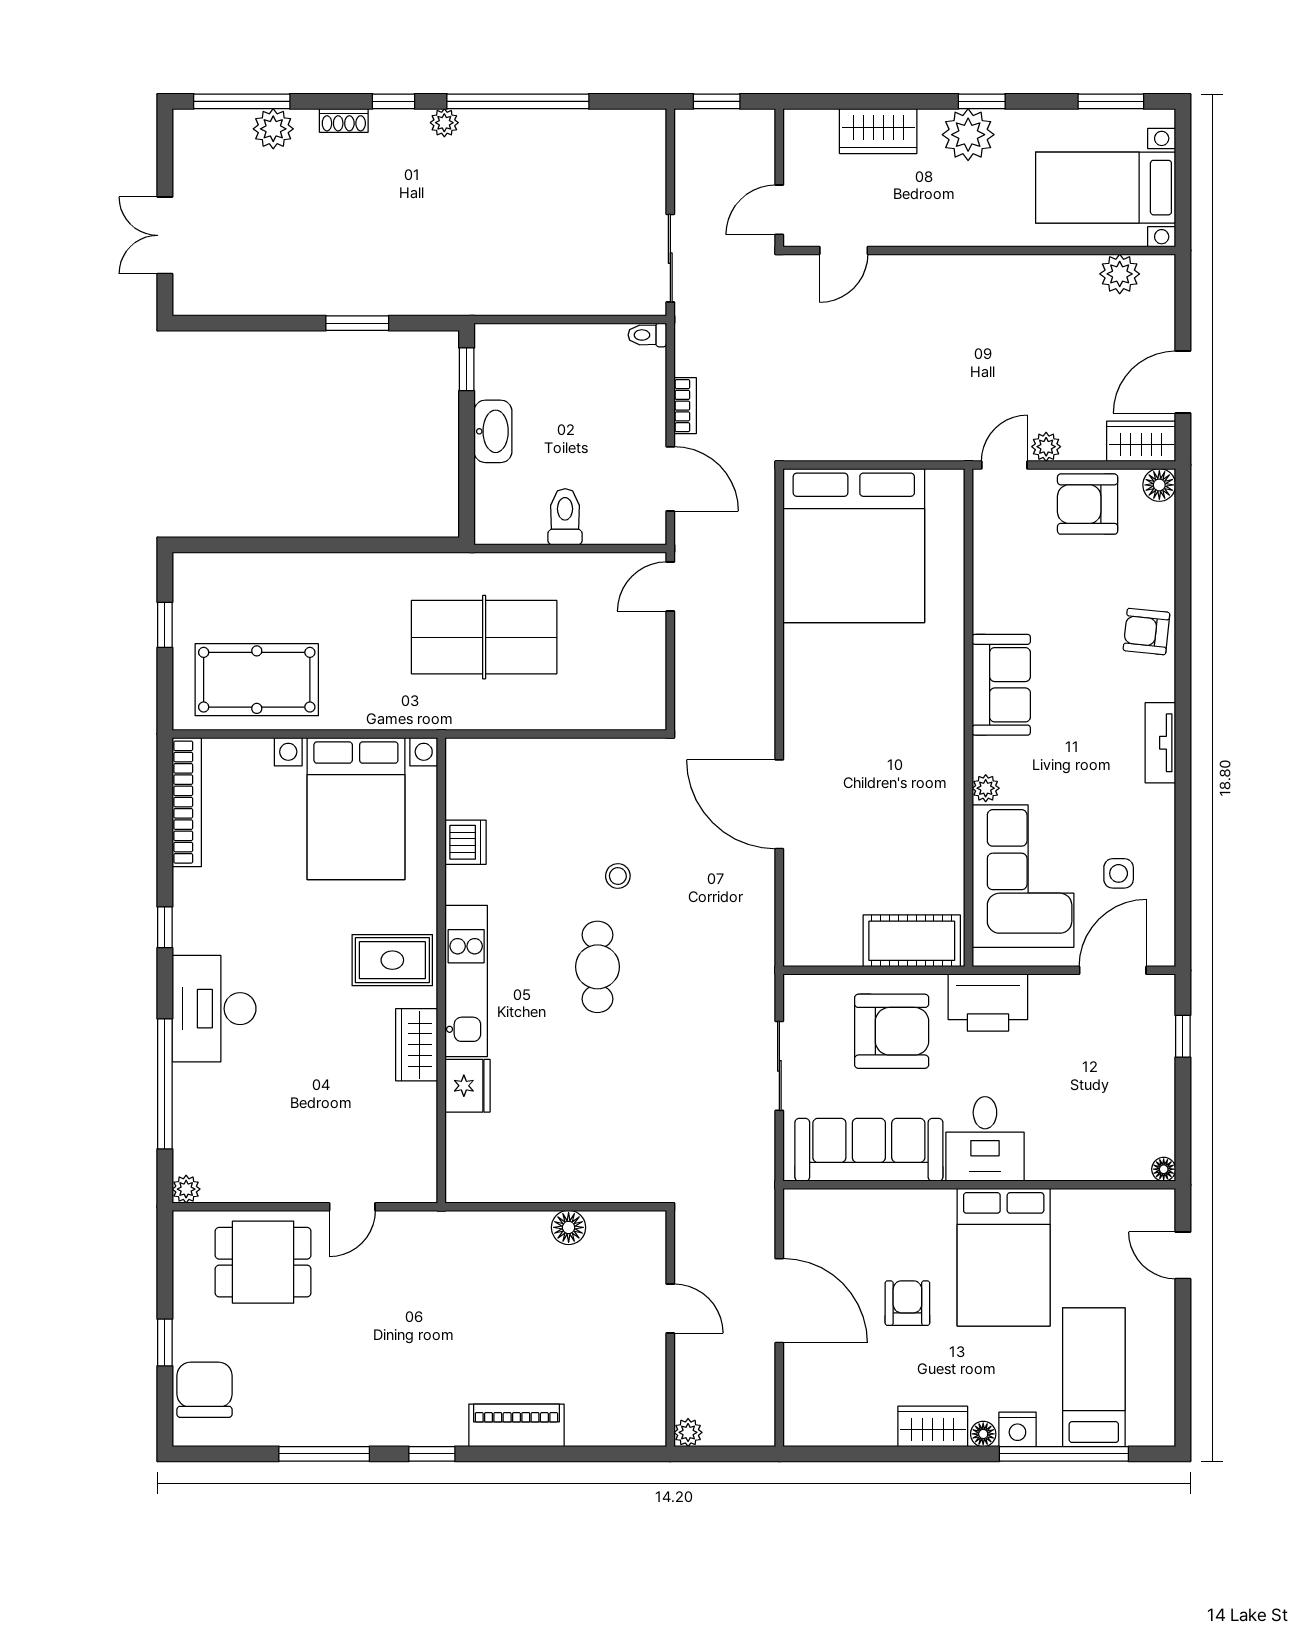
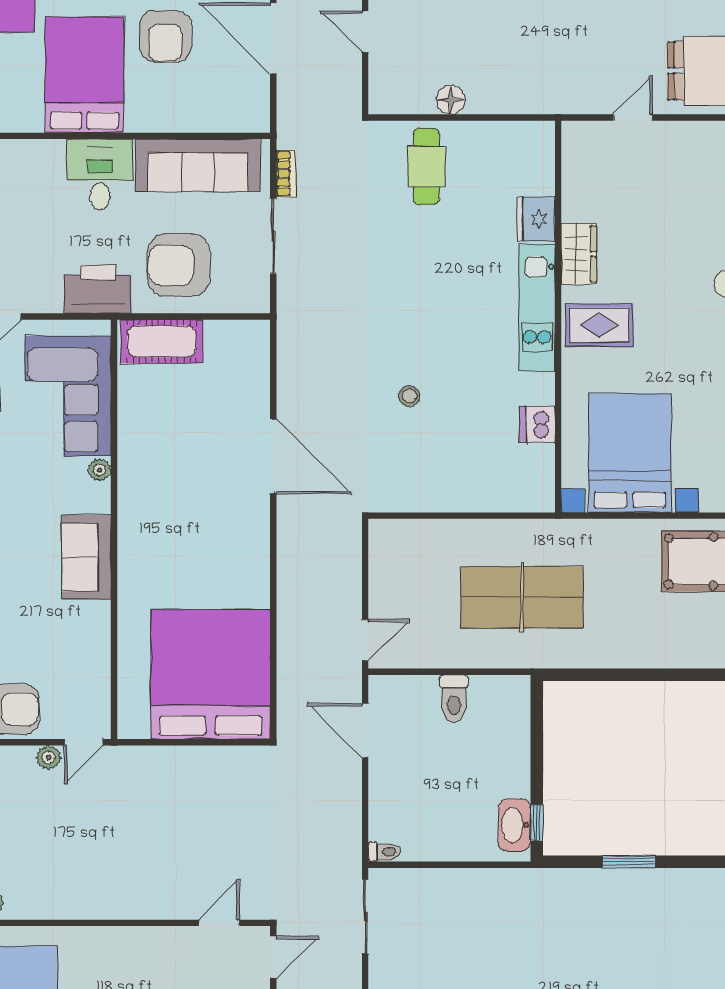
bookcase: (685, 406) -> (286, 174), moved, turned 180
washbasin: (493, 431) -> (514, 825), moved
cafe table: (597, 967) -> (426, 166), moved
armchair: (907, 1303) -> (165, 36), width x1.38, depth x1.38

